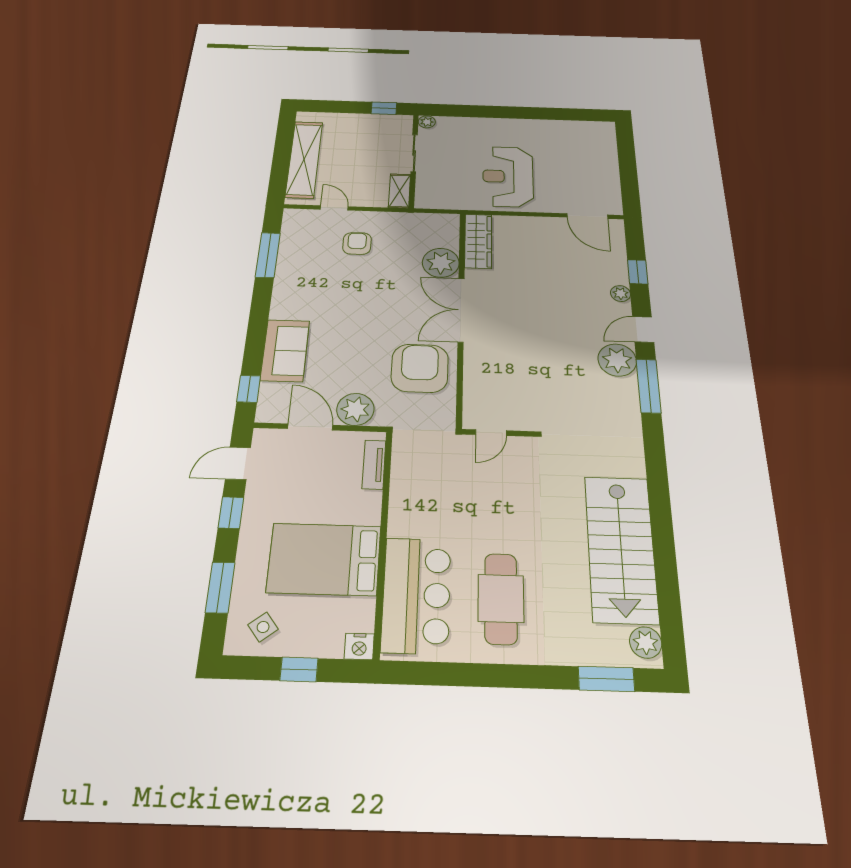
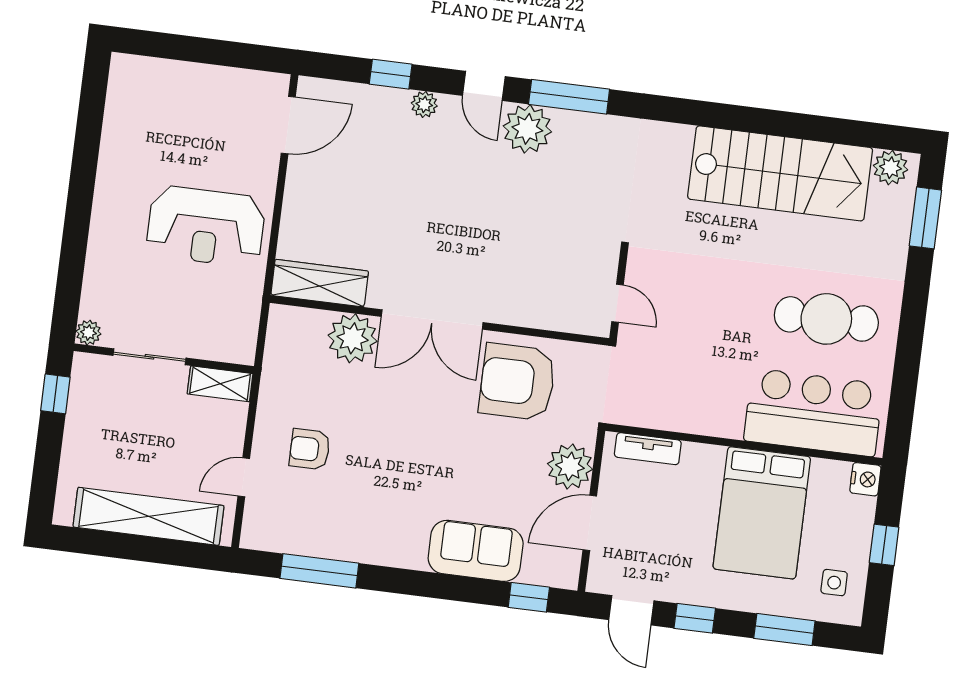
side table: (263, 627) -> (834, 583), turned 38

